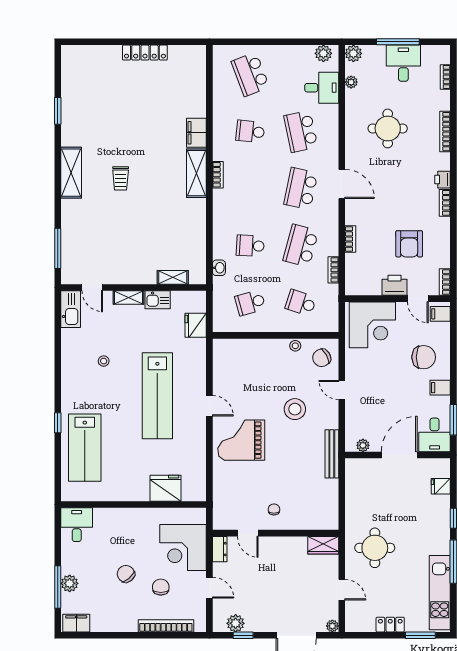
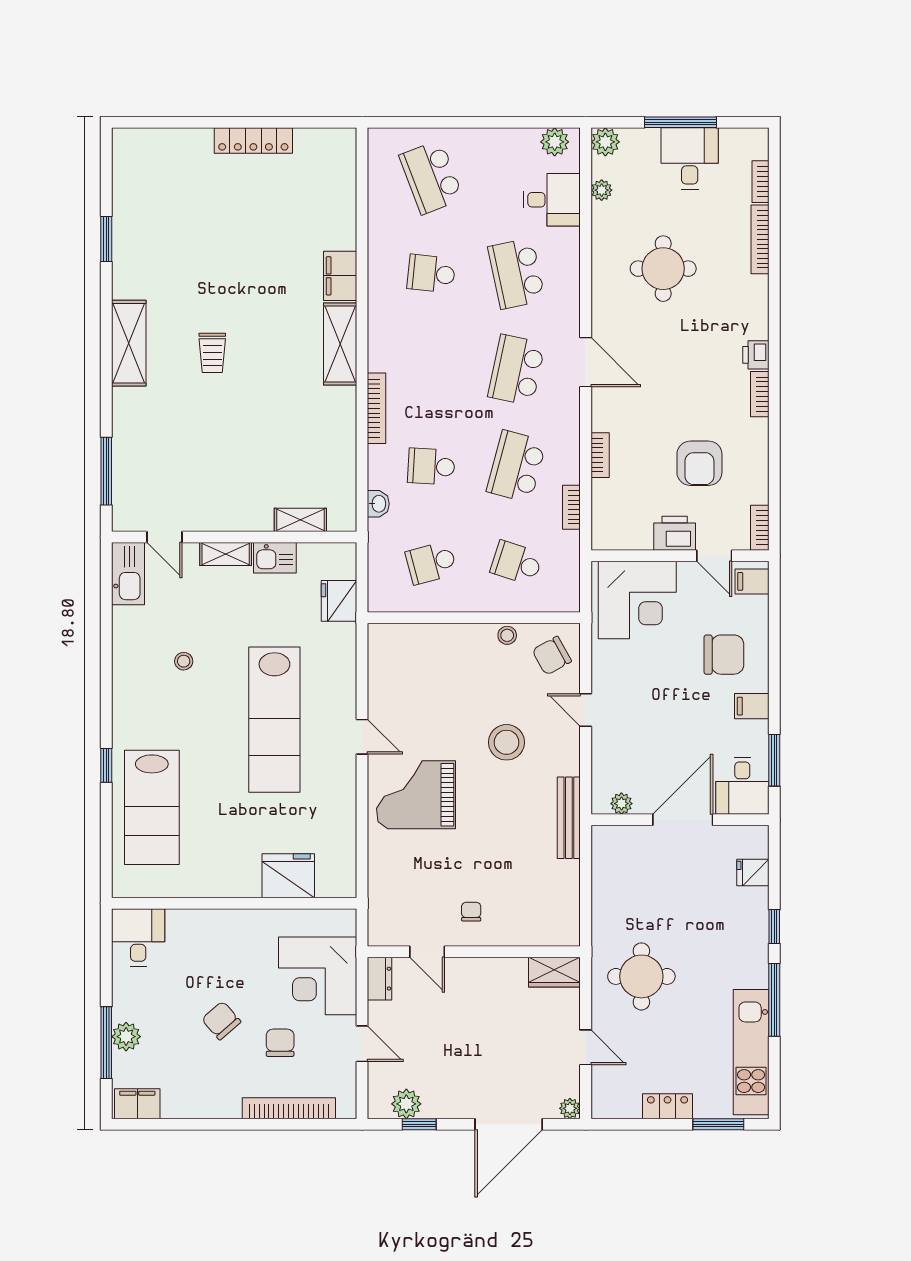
bookcase: (445, 132) -> (760, 239), moved
bookcase: (218, 175) -> (377, 408), moved, width x1.56

